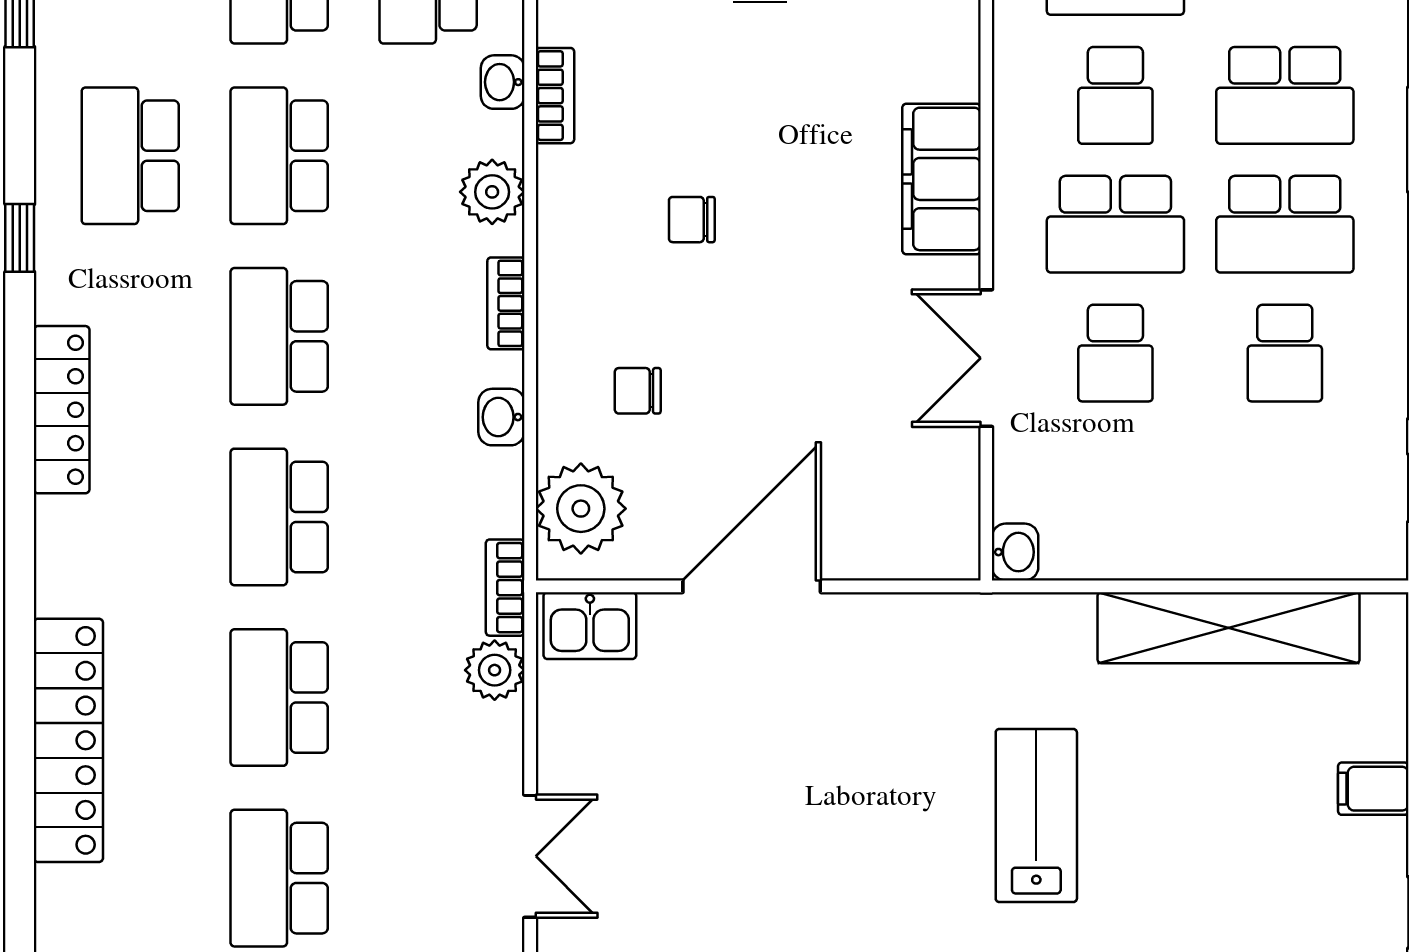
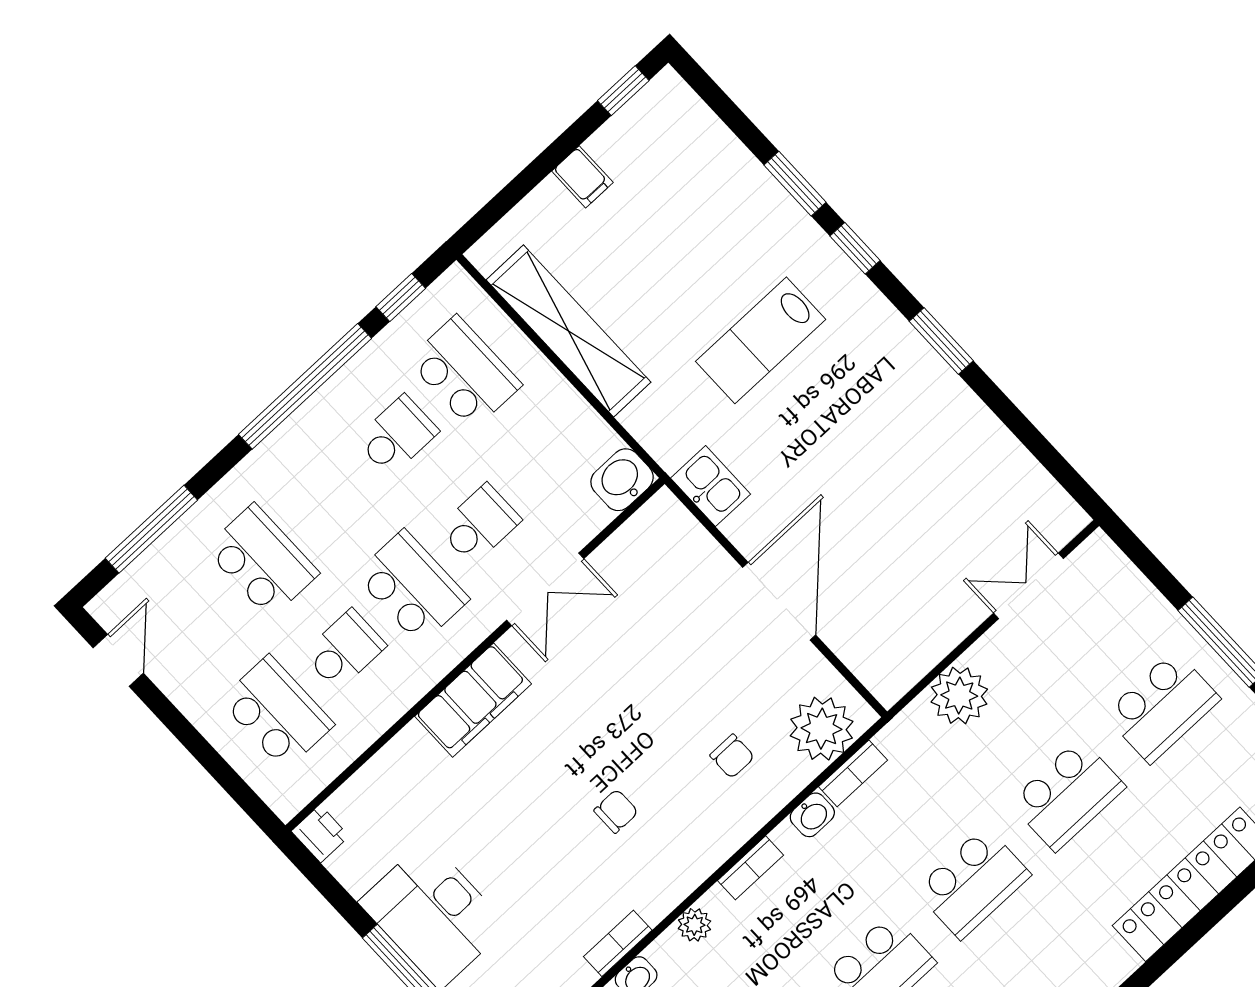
plant: (492, 192) -> (694, 925), width x0.73, depth x0.73
chair: (692, 220) -> (616, 811), turned -90
school desk: (1285, 224) -> (465, 373), moved
washbasin: (1015, 552) -> (622, 480), width x1.38, depth x1.45
door: (752, 586) -> (779, 601), swing flipped
bookcase: (505, 588) -> (853, 773), moved
kitchen sink: (590, 626) -> (711, 486), moved
plant: (495, 670) -> (959, 696), width x1.36, depth x1.36

